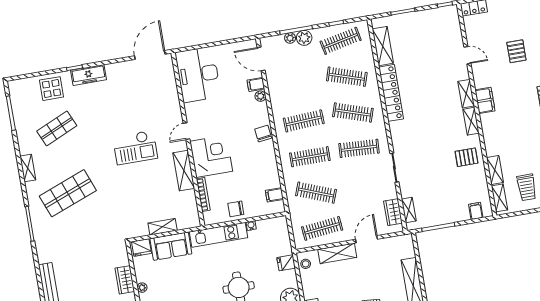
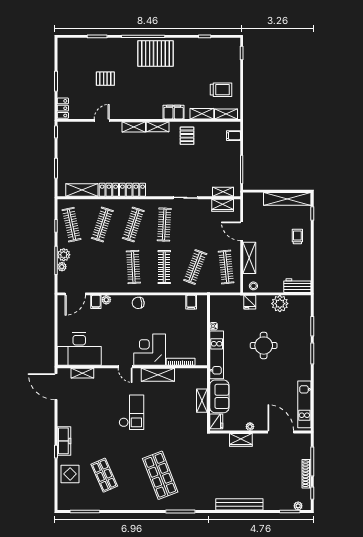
filing cabinet: (485, 100) -> (174, 112), moved
shelving: (28, 168) -> (82, 373), moved
chair: (236, 209) -> (197, 337), removed

